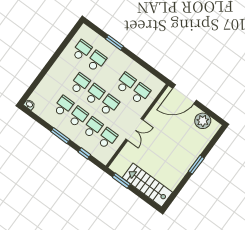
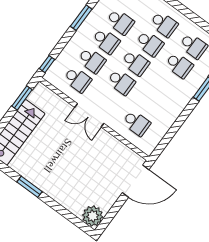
school desk: (126, 83) -> (164, 24), moved
door: (184, 94) -> (136, 181), swing flipped
plant: (203, 121) -> (93, 216), moved
window: (84, 153) -> (47, 64), moved
window: (196, 165) -> (29, 187), moved

